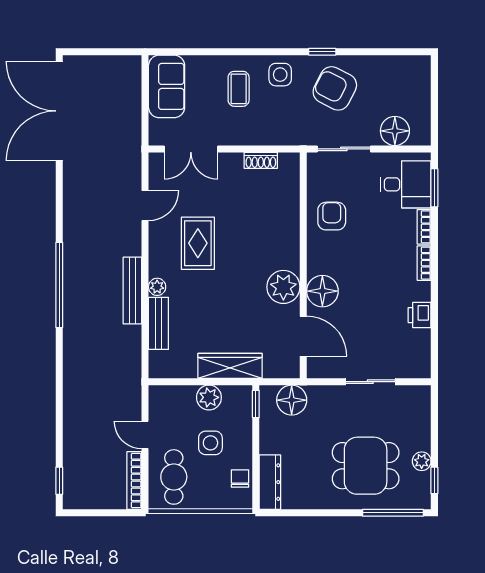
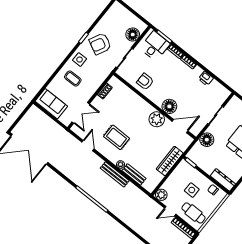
plant: (209, 397) -> (161, 195), moved
floor lamp: (292, 400) -> (207, 140), moved

